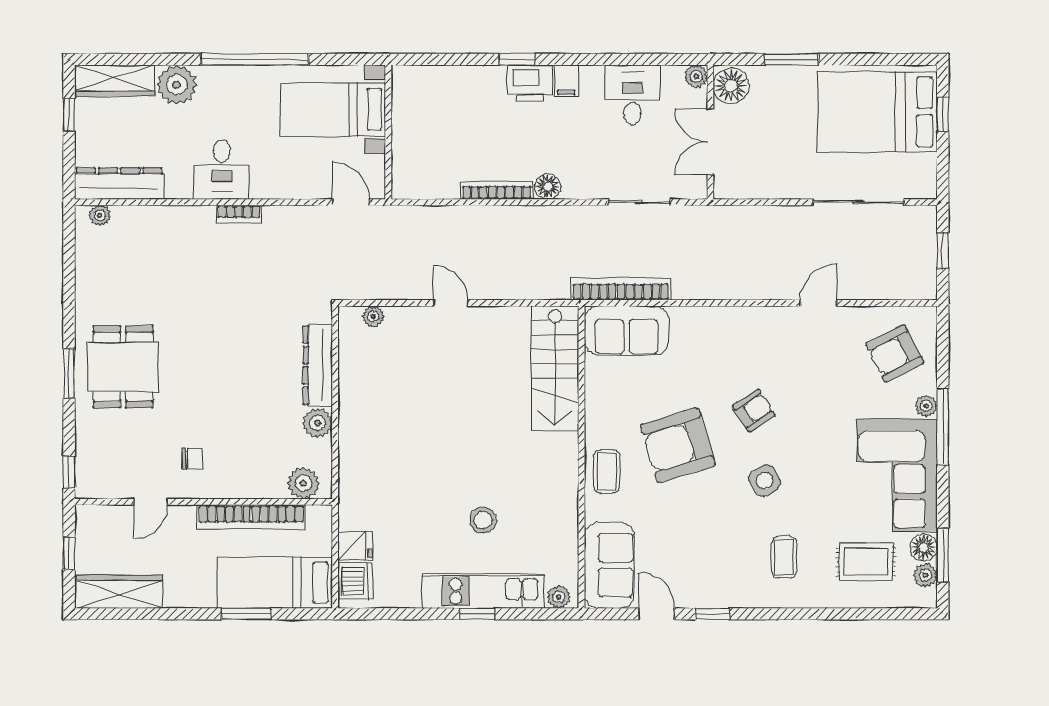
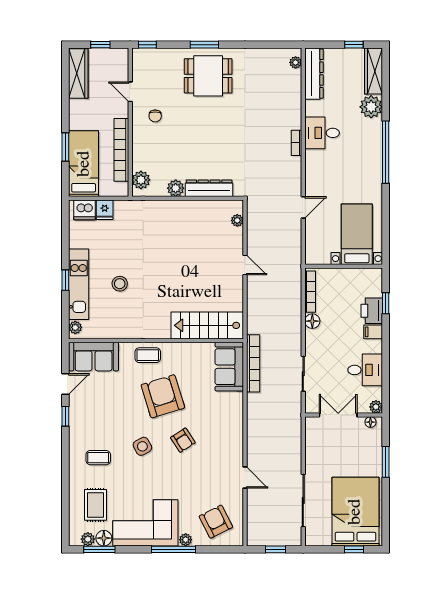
floor lamp: (731, 86) -> (370, 422), width x0.53, depth x0.53
bed with nightstands: (333, 109) -> (357, 234), moved
wall: (388, 132) -> (344, 266), moved
door: (451, 303) -> (245, 265), hinge flipped

